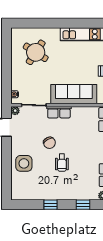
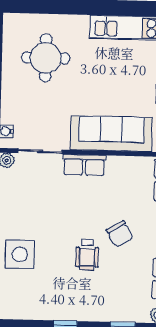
round table: (36, 52) -> (46, 58), turned -33
chair: (49, 143) -> (120, 234), moved

